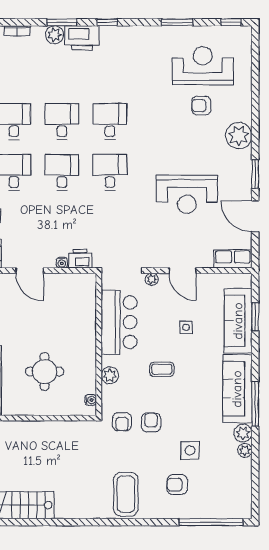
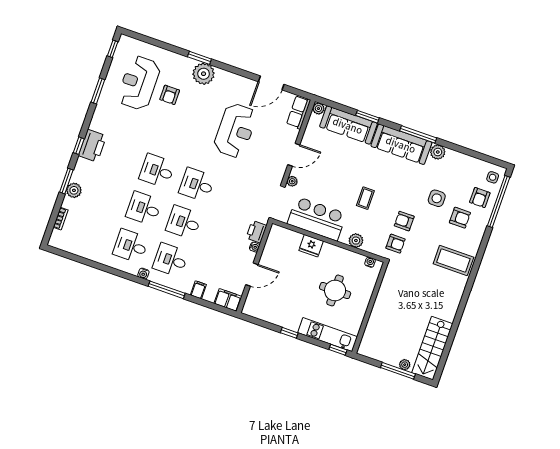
printer: (82, 38) -> (92, 146), moved
window: (255, 174) -> (199, 58), moved
window: (255, 317) -> (367, 117), moved
fridge: (86, 326) -> (311, 246), added
side table: (186, 327) -> (493, 177), moved
plant: (245, 450) -> (318, 109), moved
armchair: (177, 485) -> (460, 218), turned -90
armchair: (208, 499) -> (480, 198), added

